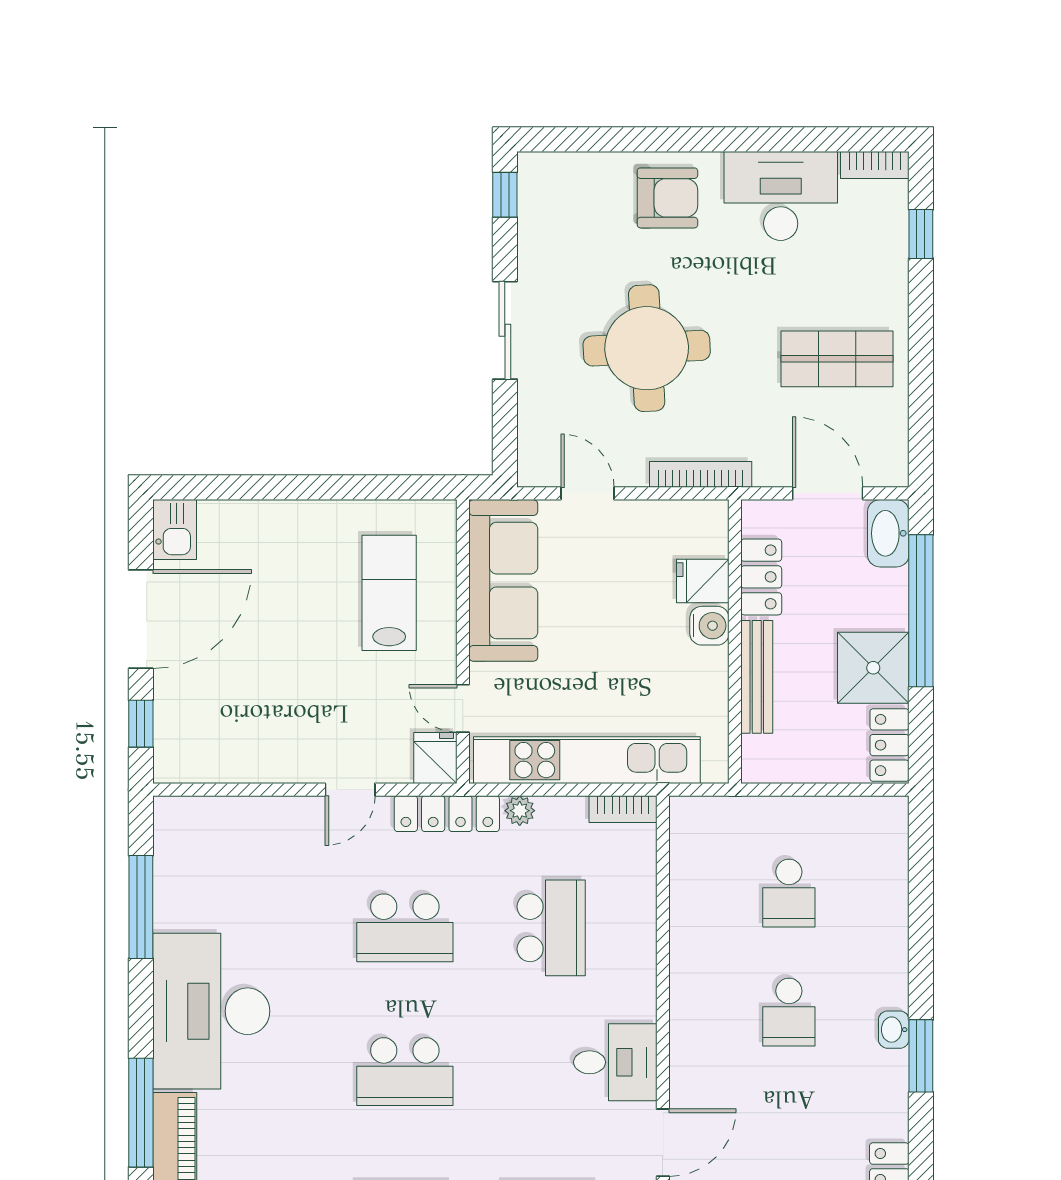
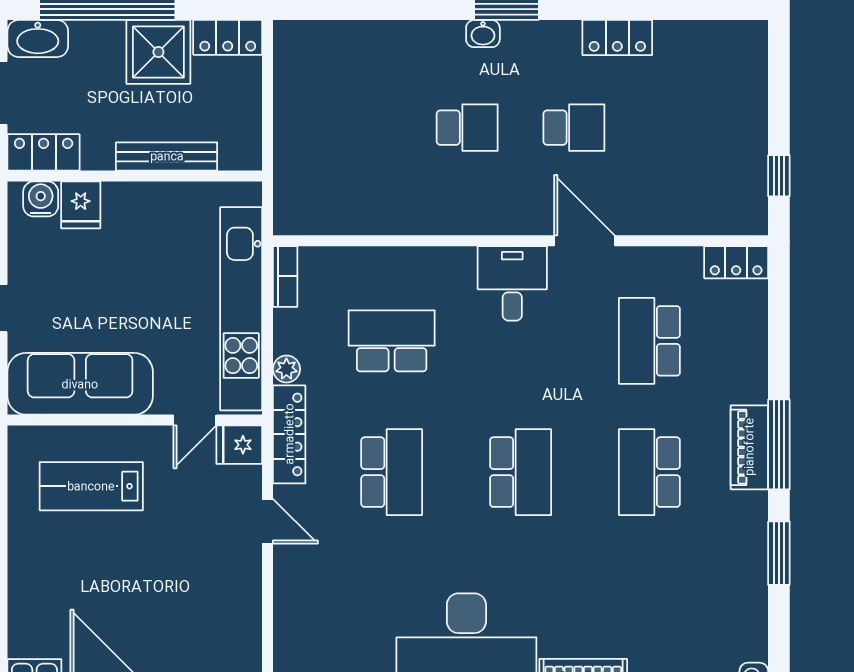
locker: (761, 577) -> (44, 152), moved
water cooler: (709, 626) -> (41, 199), moved
school desk: (789, 893) -> (574, 128), moved

